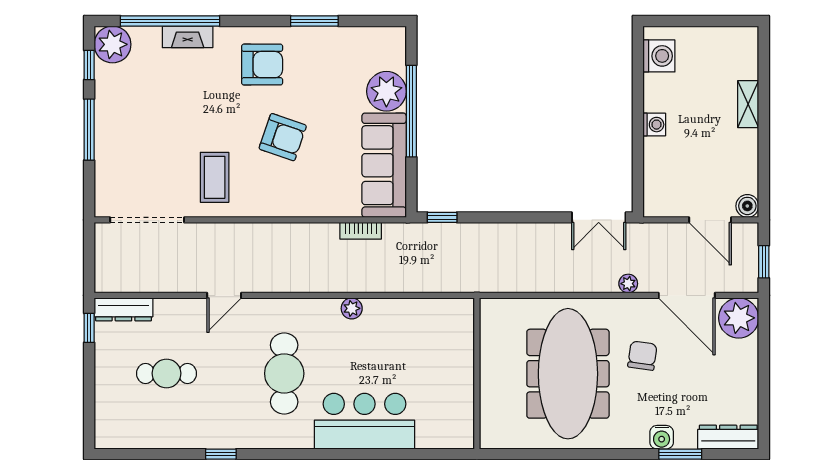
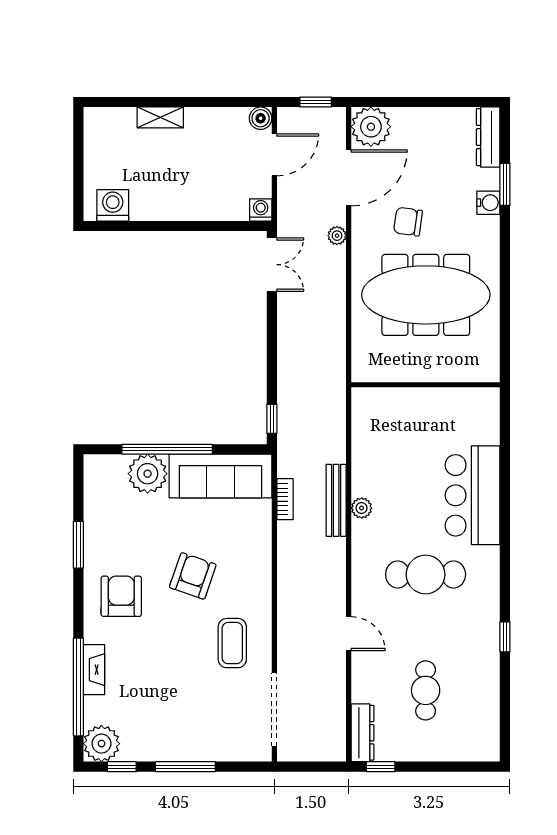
washing machine: (654, 125) -> (261, 210), moved
coffee table: (215, 177) -> (232, 643), turned 90
bench: (359, 283) -> (336, 500), added

